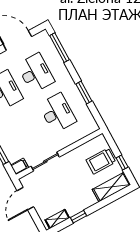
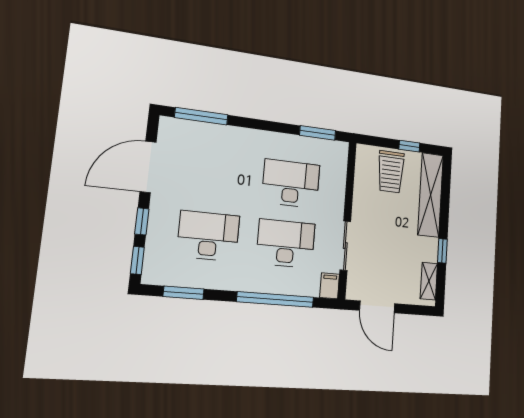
desk: (36, 73) -> (286, 243), moved
window: (84, 93) -> (318, 133), moved
shelving: (111, 187) -> (431, 195), width x1.47

